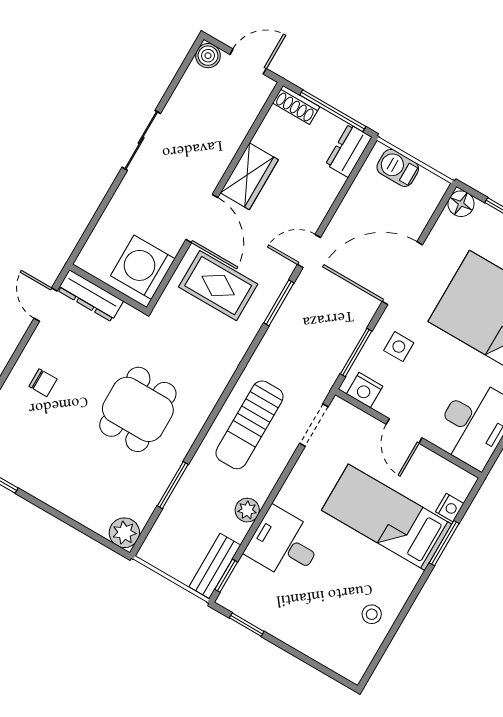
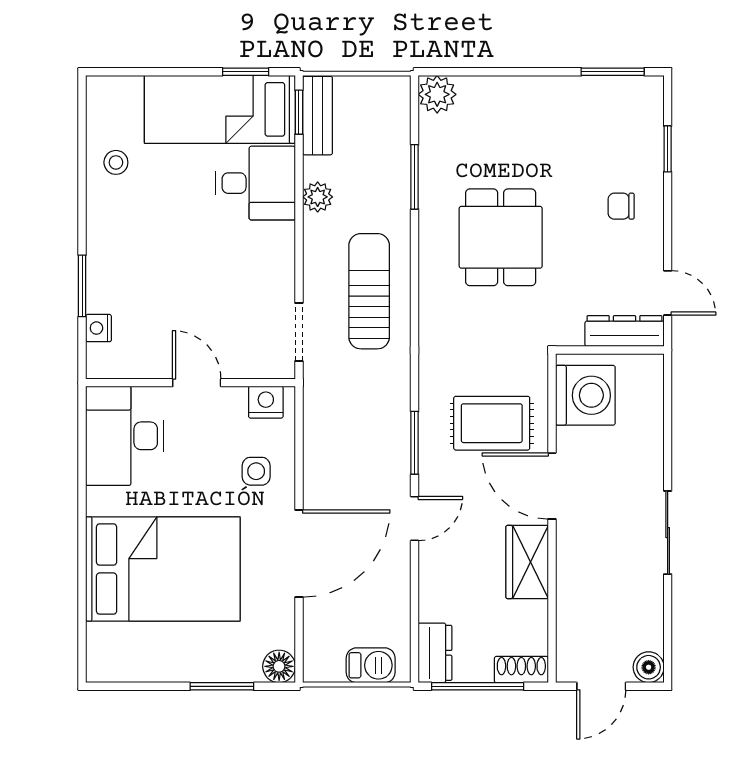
window: (356, 353) -> (299, 438), removed
bed: (387, 517) -> (220, 109), moved, turned 180

